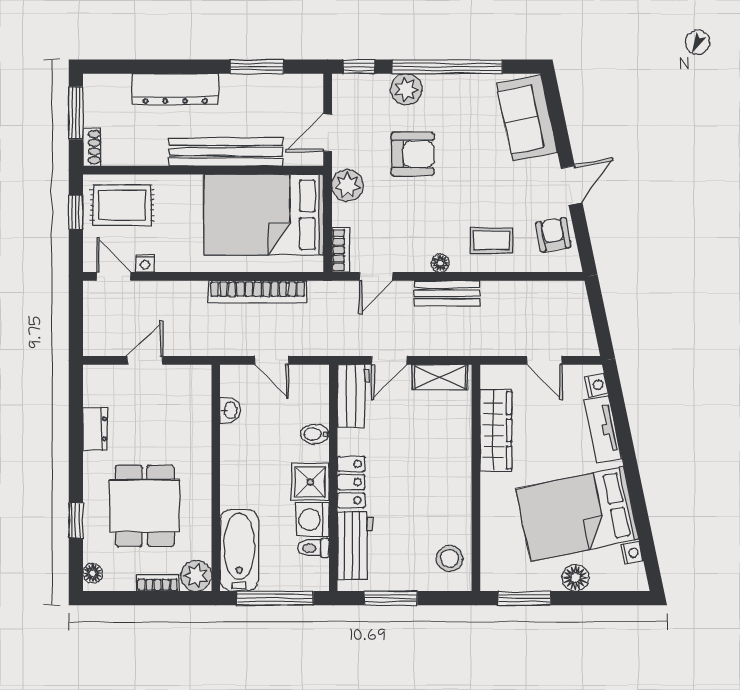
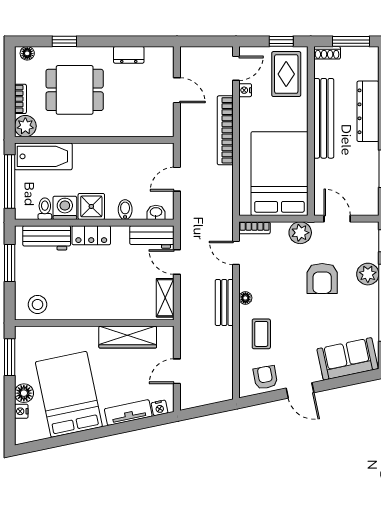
bench: (226, 152) -> (324, 118), moved
armchair: (553, 235) -> (265, 377), turned -90
bookcase: (258, 292) -> (225, 130), moved
washbasin: (230, 410) -> (156, 212), moved, turned 180
nightstand: (632, 553) -> (21, 411), moved, turned 102

